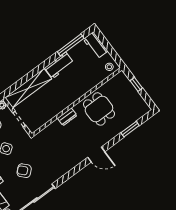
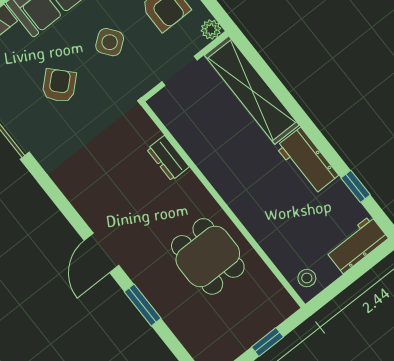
window: (71, 45) -> (356, 186), width x0.46
dining table: (99, 109) -> (208, 256), turned 90
dresser: (67, 117) -> (168, 158), moved
window: (130, 129) -> (143, 305), moved

